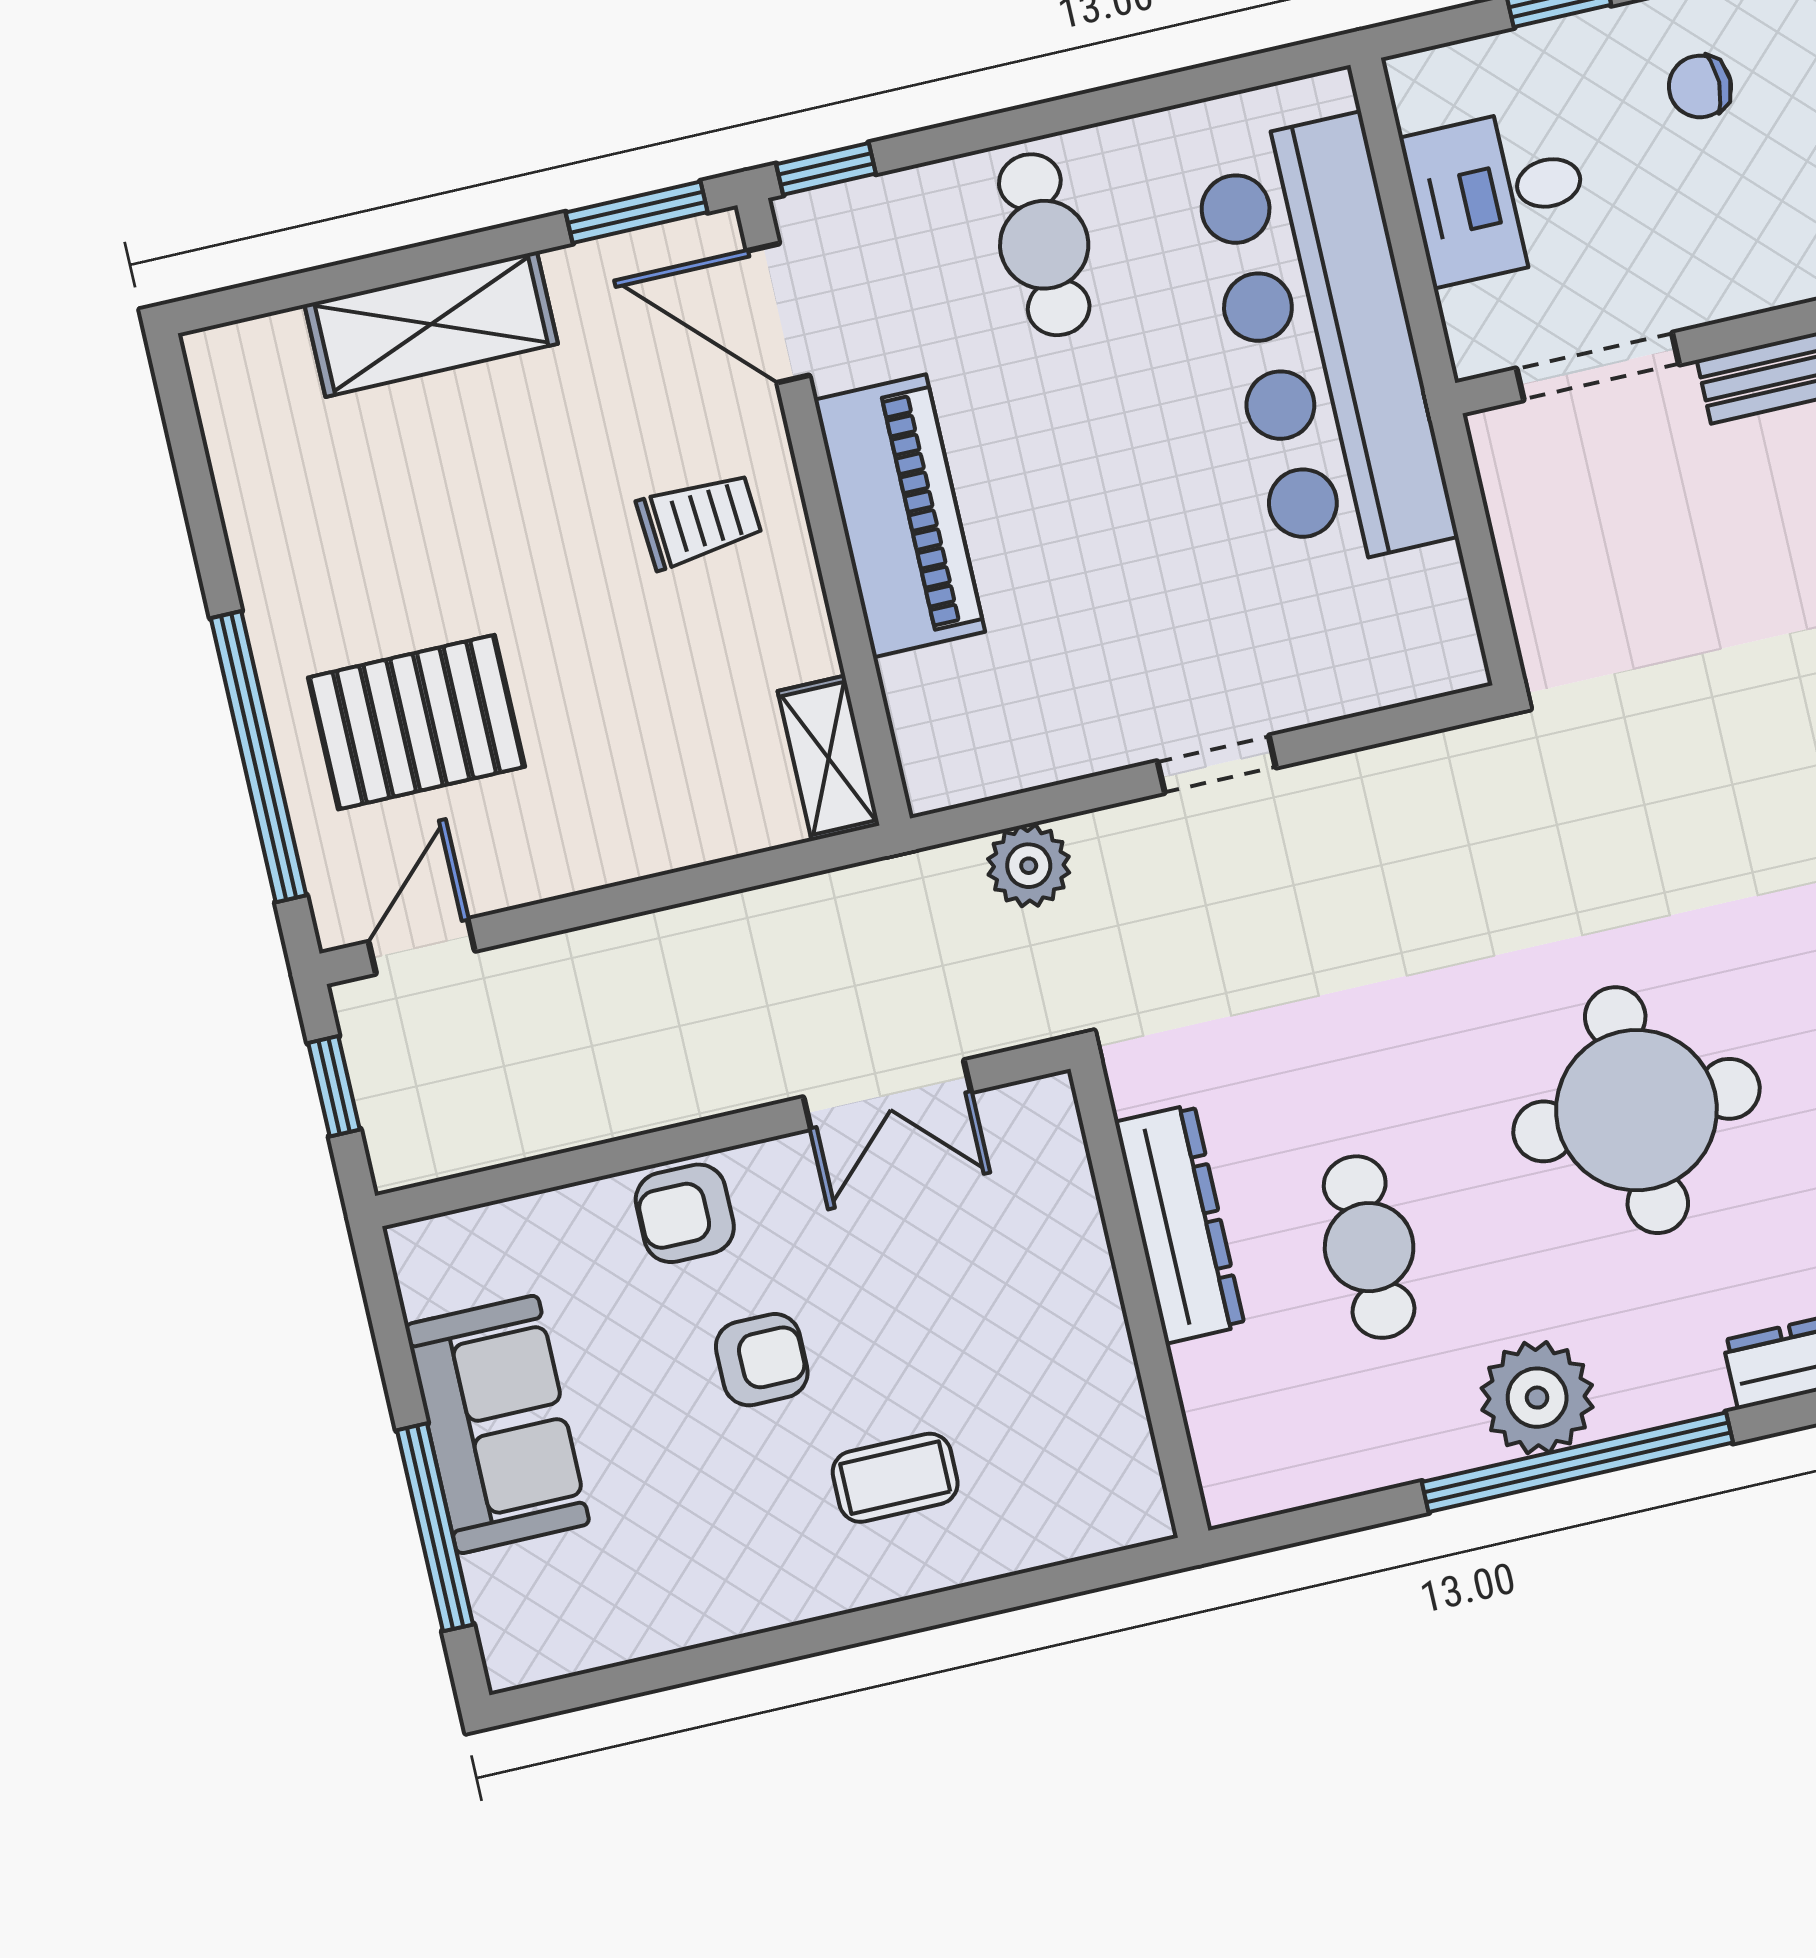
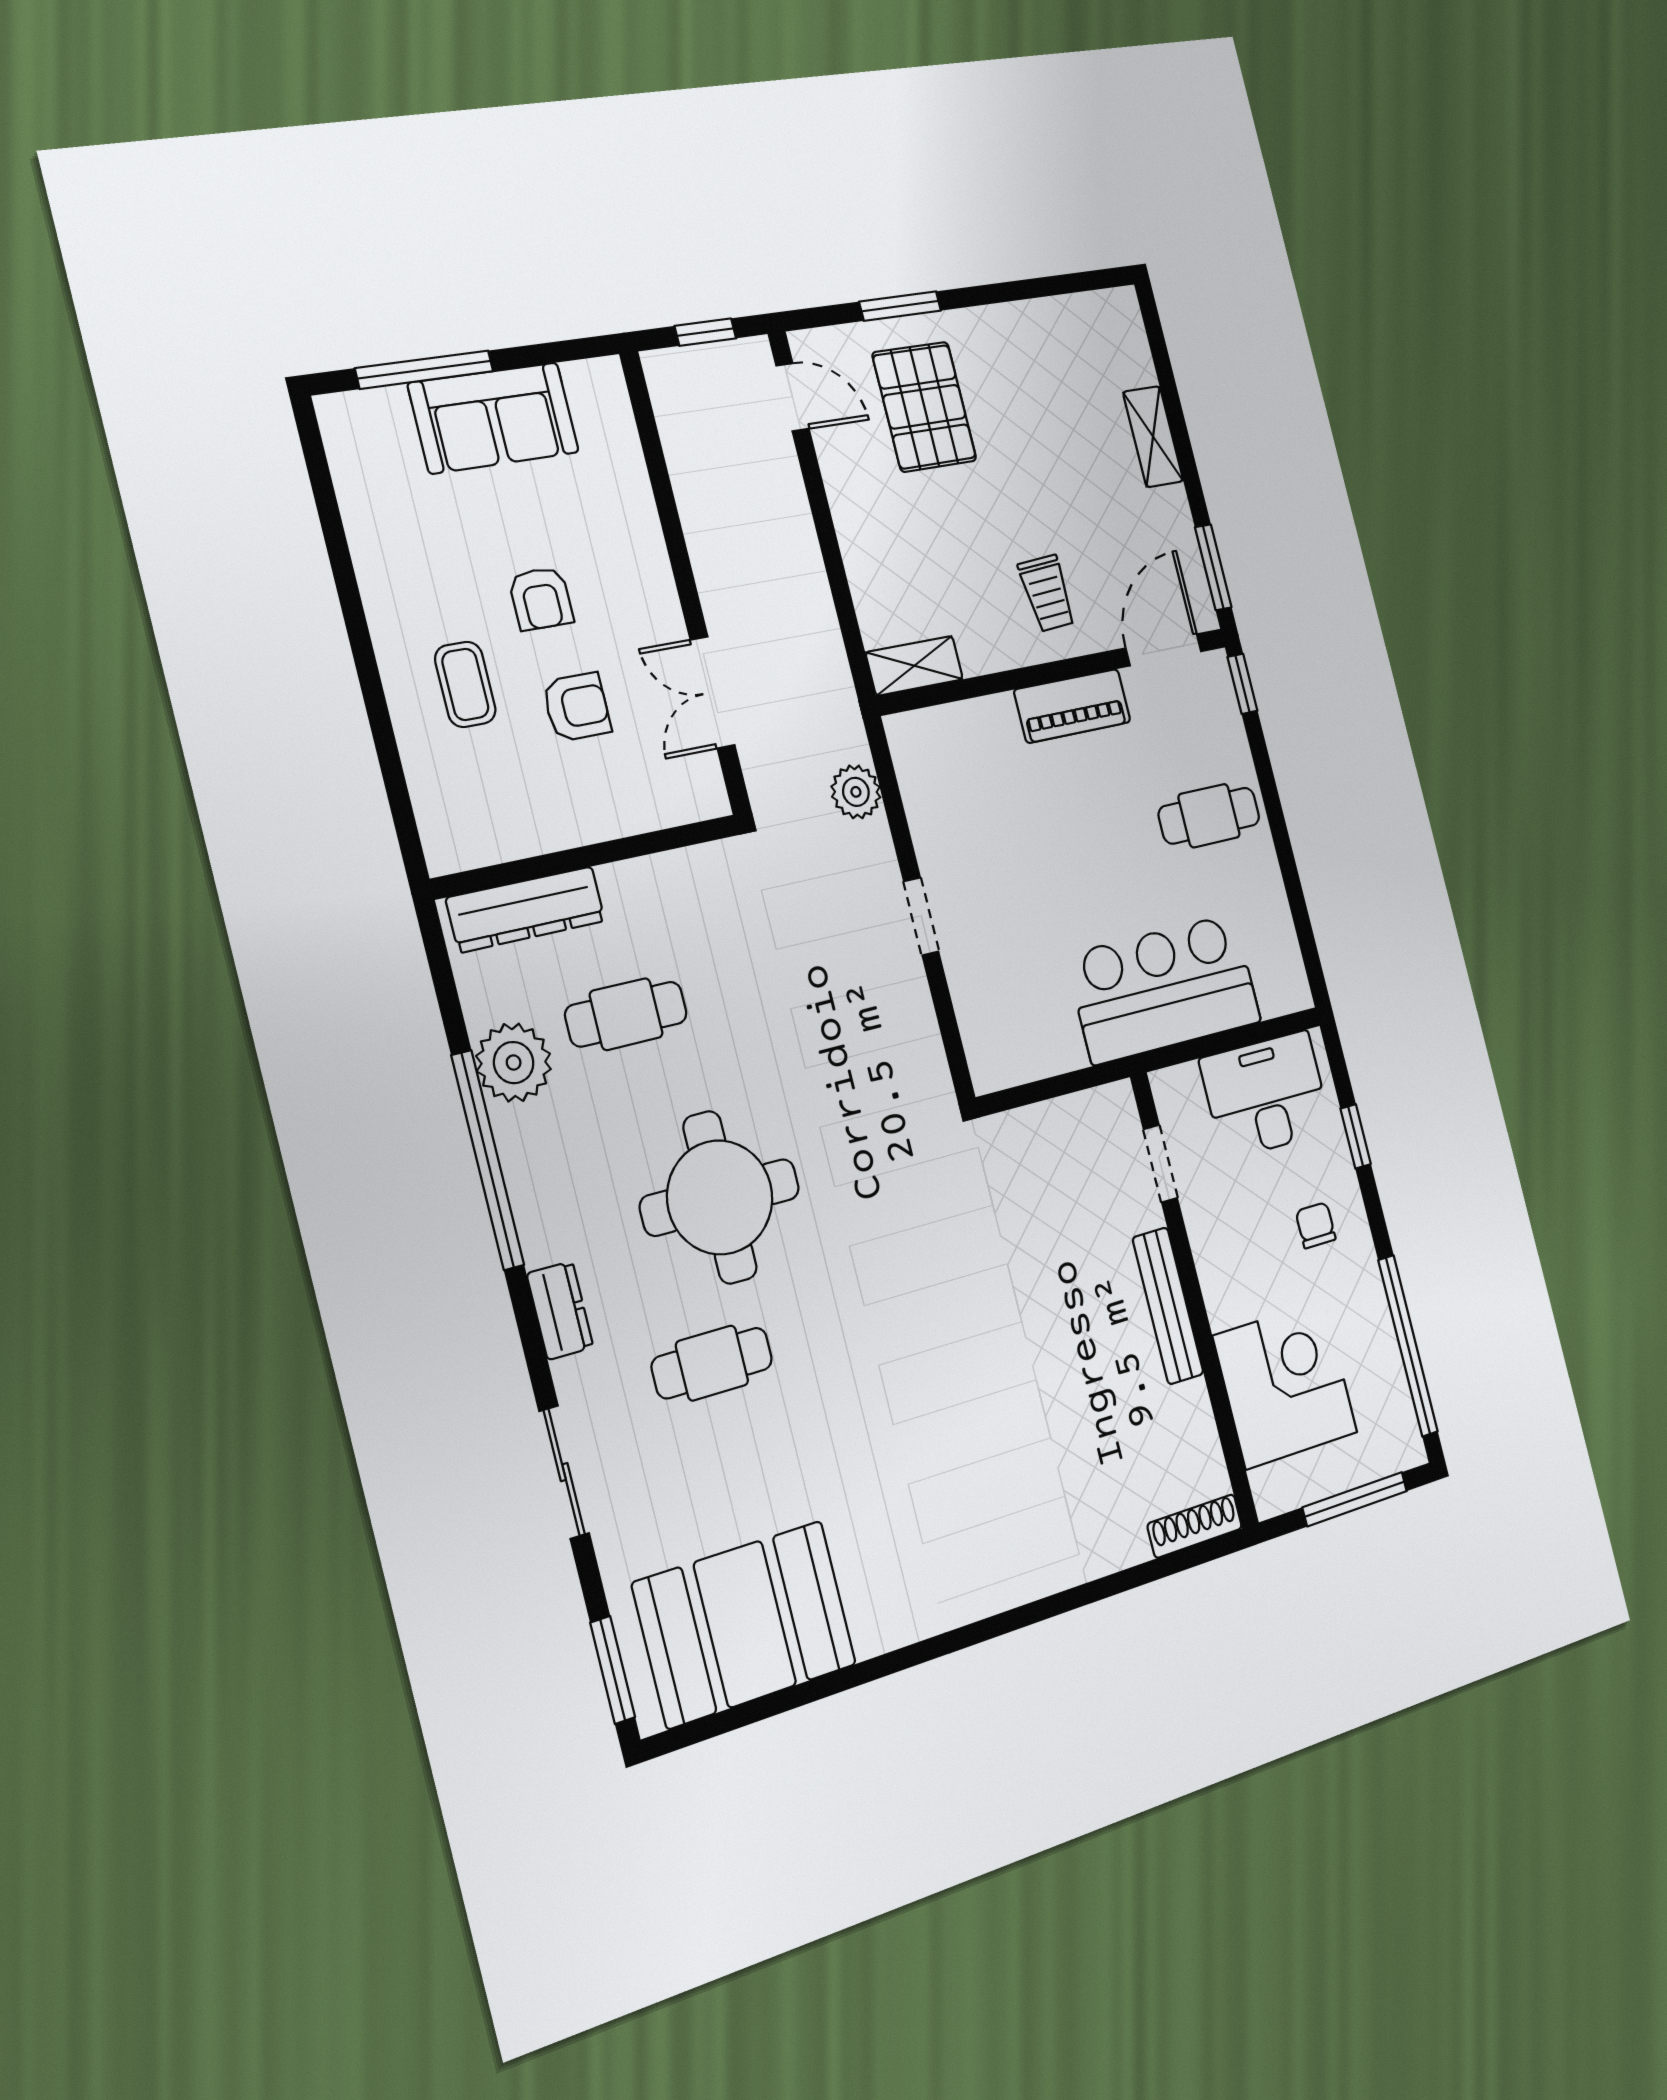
desk: (1498, 195) -> (1266, 1095), width x1.37
shelving: (431, 324) -> (1153, 437), width x0.67, depth x0.75
bar counter: (1323, 344) -> (1164, 989), width x0.73
doorway: (1598, 366) -> (1160, 1164), width x0.73
piano: (899, 516) -> (1072, 706), width x0.73, depth x0.75
window: (259, 757) -> (900, 306), width x0.47
armchair: (685, 1213) -> (577, 707), moved, turned 90
dresser: (1180, 1224) -> (526, 909), moved
plant: (1537, 1398) -> (514, 1063), moved

